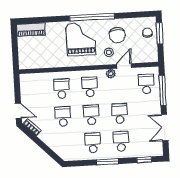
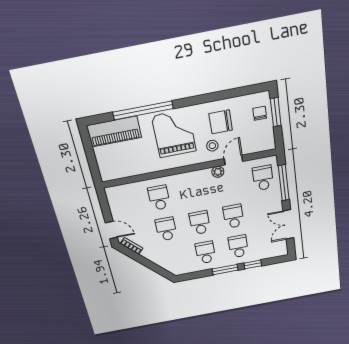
window: (92, 17) -> (143, 110), moved
piano: (31, 30) -> (114, 132), width x1.37, depth x1.33
chair: (117, 35) -> (221, 122), turned 90
school desk: (90, 87) -> (194, 191), removed
window: (144, 160) -> (253, 264), moved

